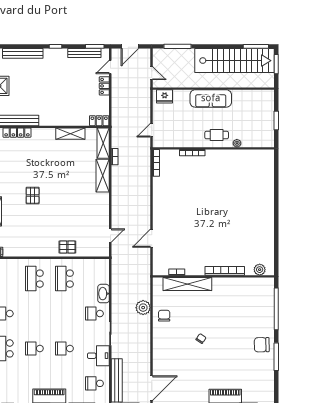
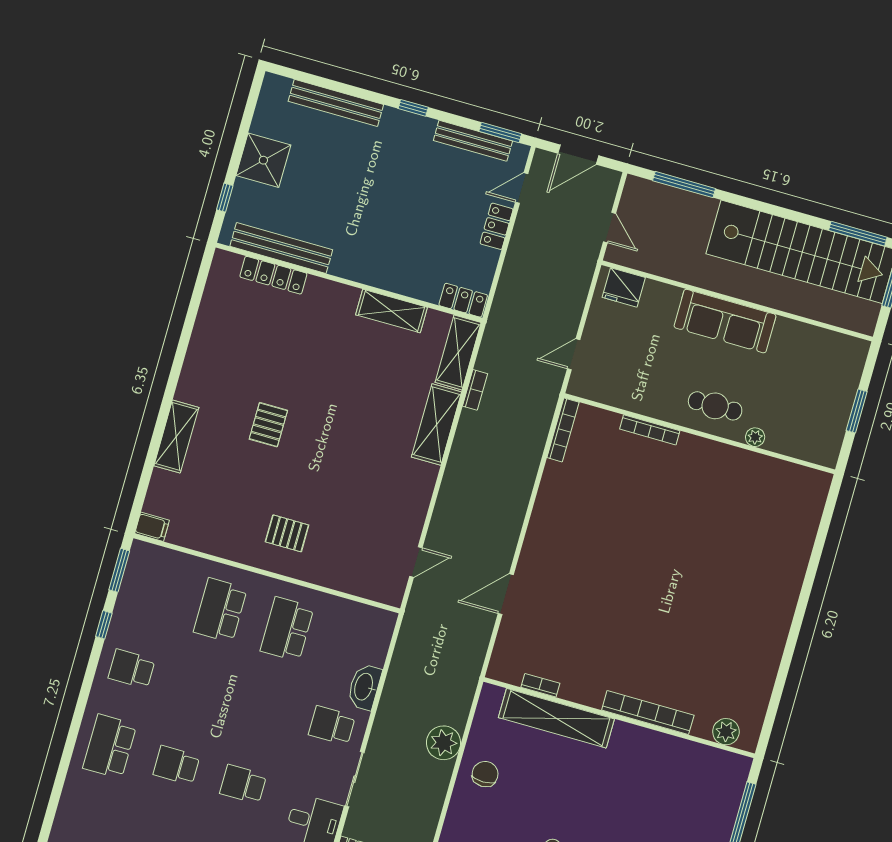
pallet: (67, 247) -> (287, 533), moved

